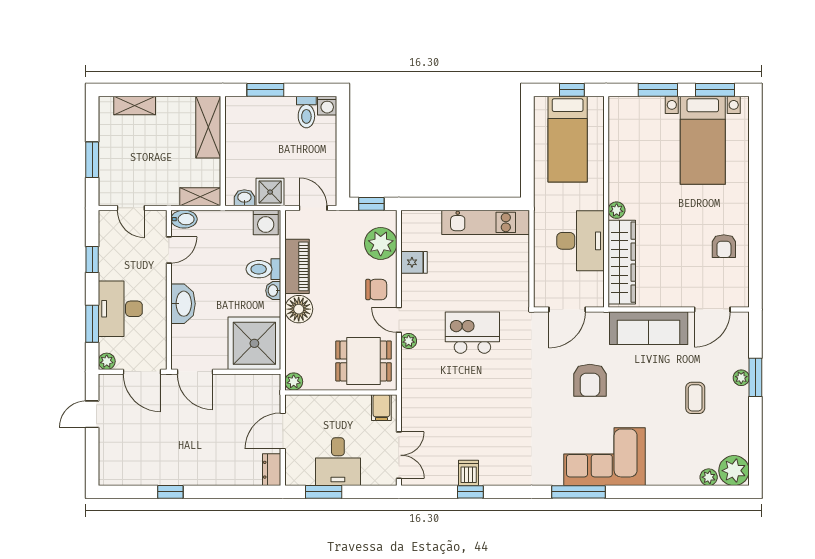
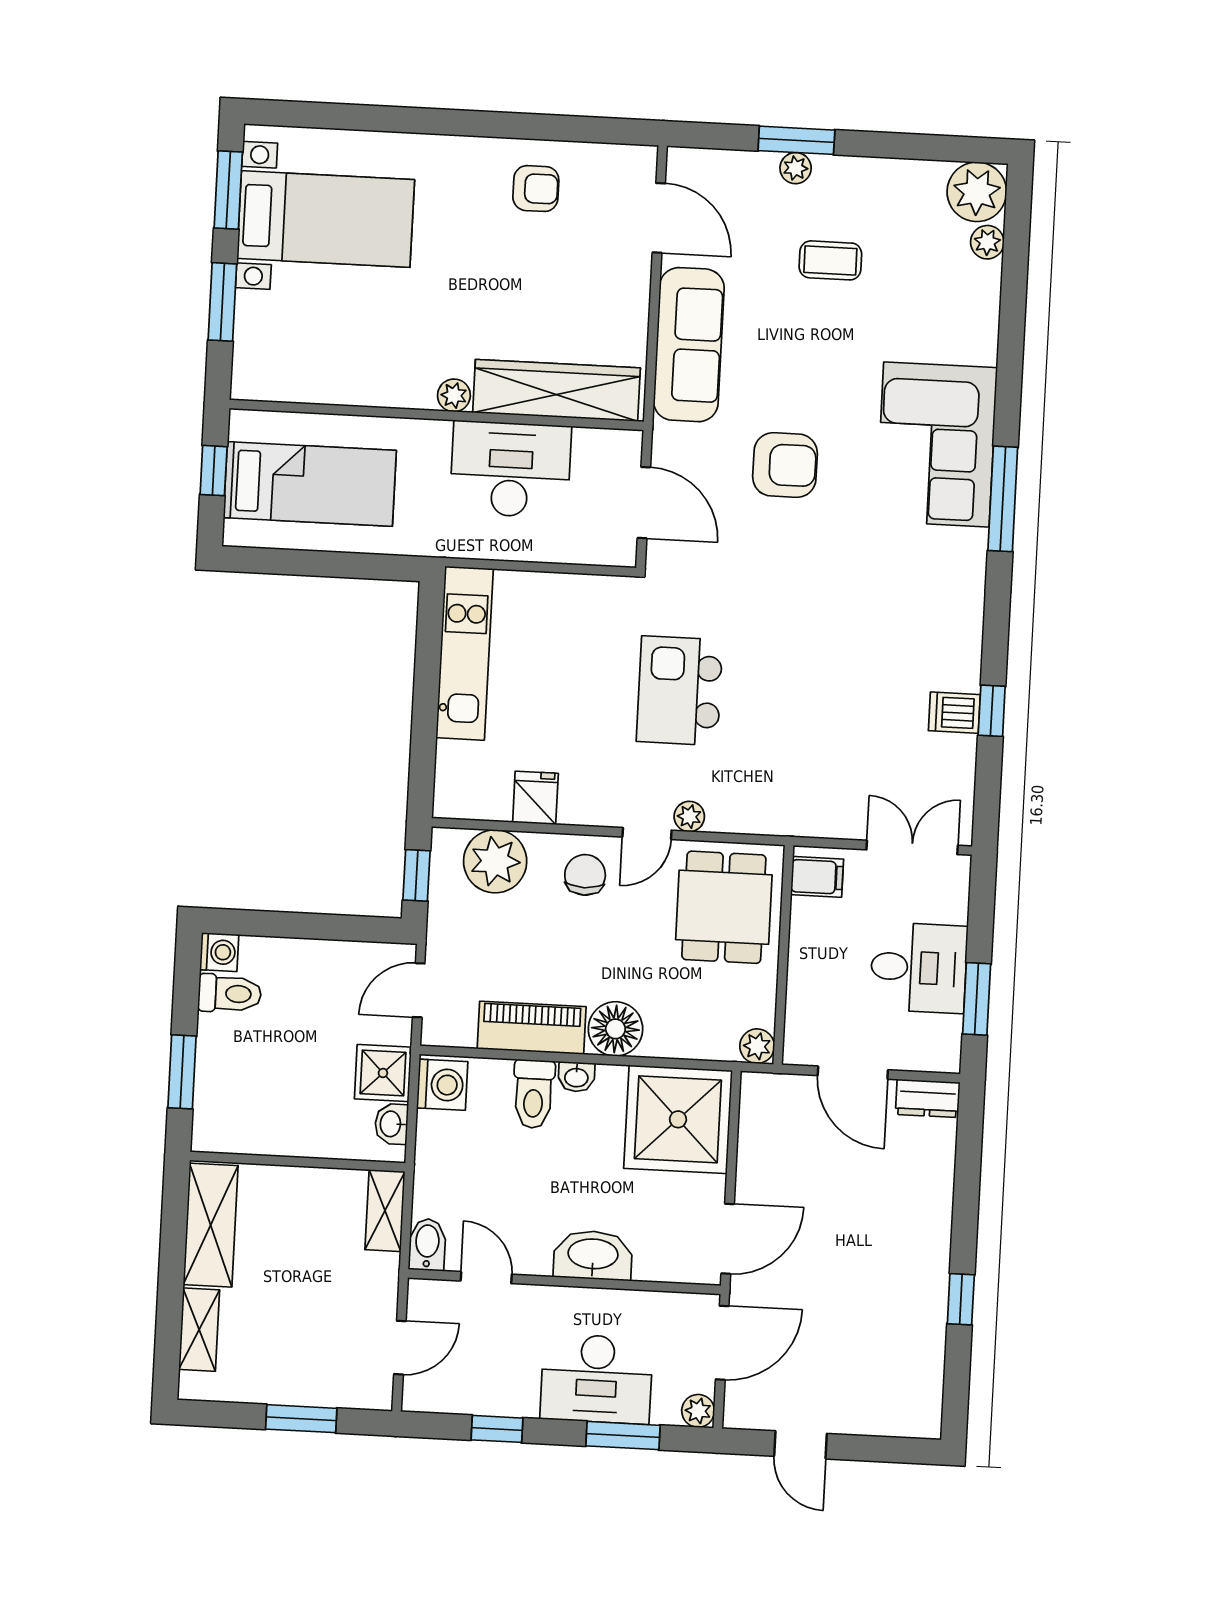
shelving: (208, 127) -> (211, 1225), moved, turned 90

